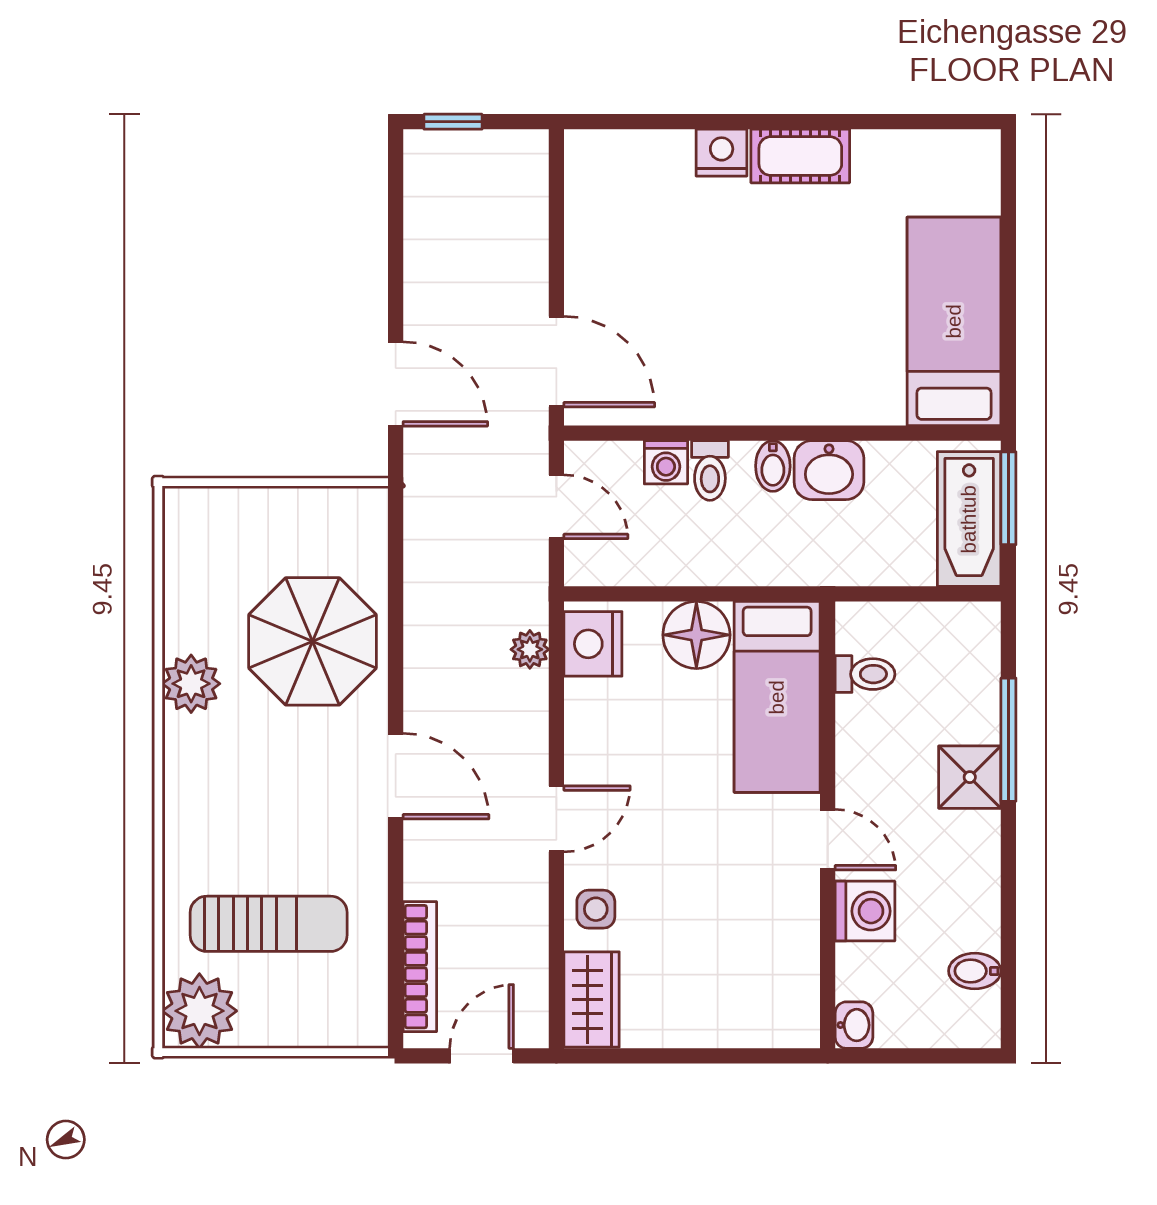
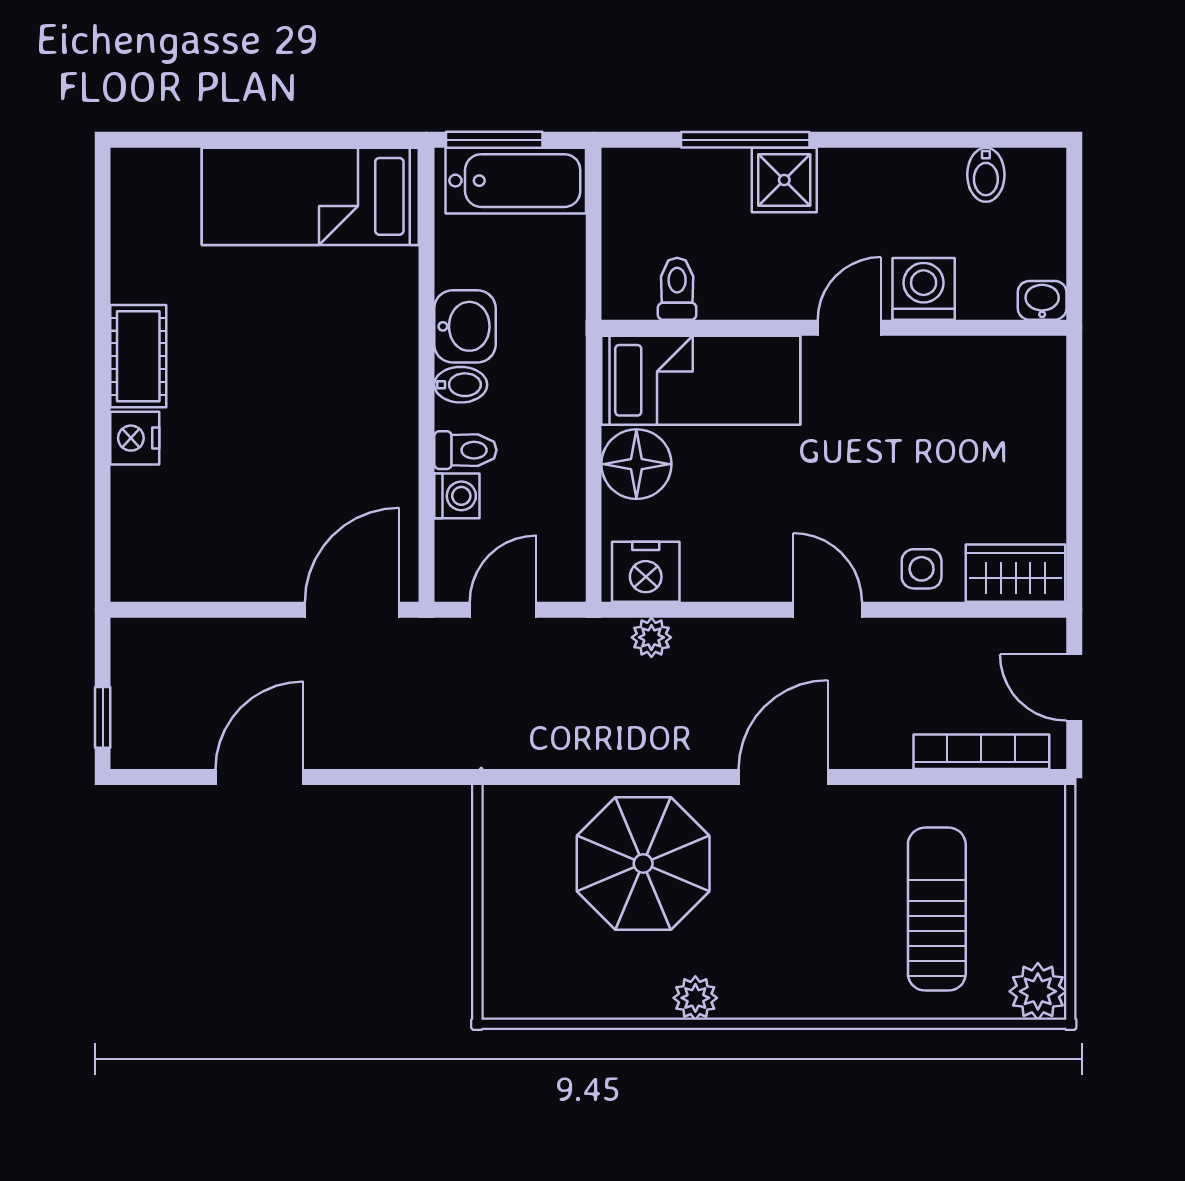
door: (396, 384) -> (259, 777), moved
plant: (191, 684) -> (695, 998), width x0.73, depth x0.73
plant: (199, 1011) -> (1038, 991), width x0.73, depth x0.73

